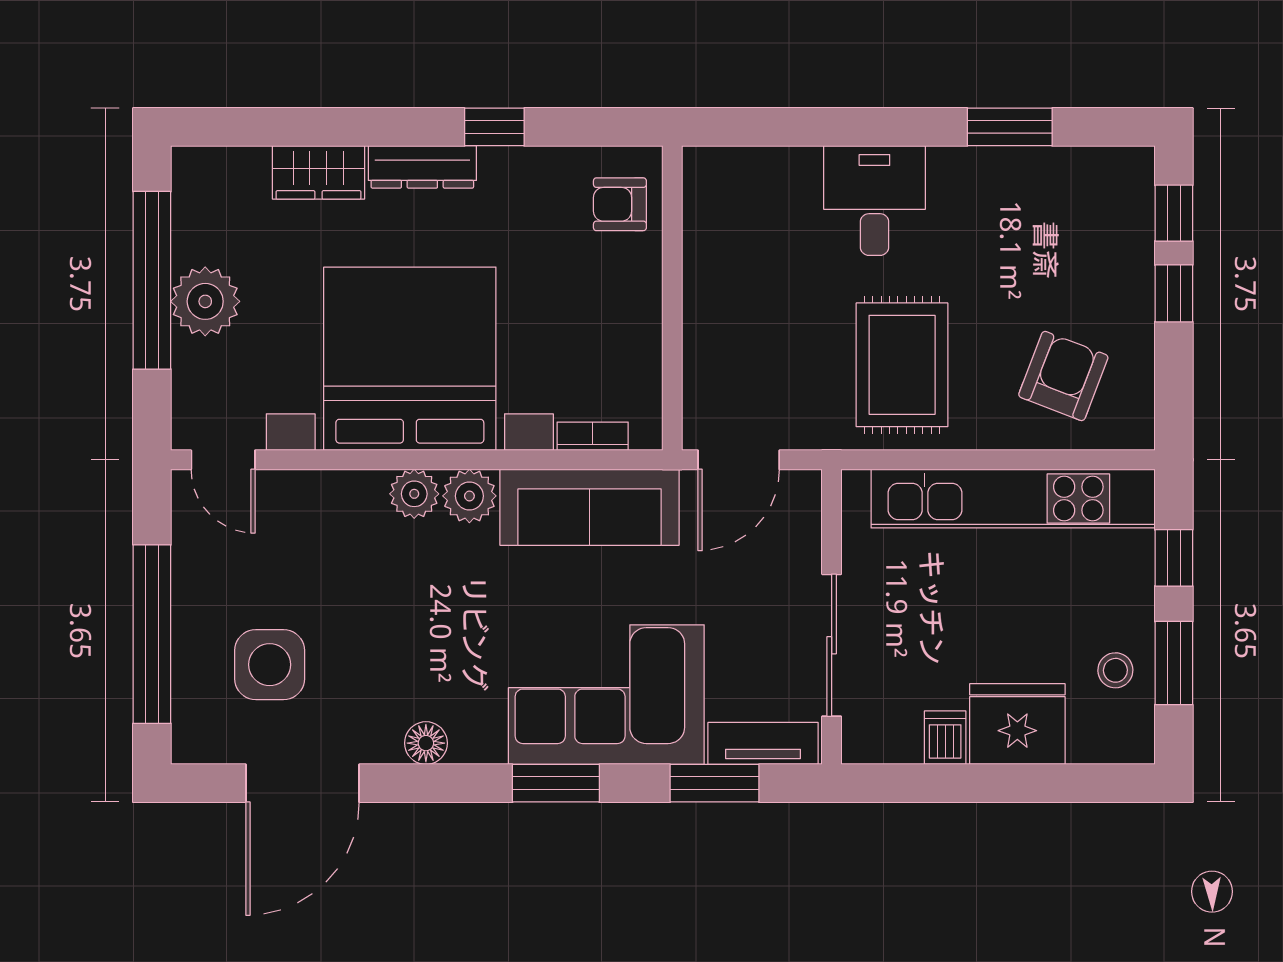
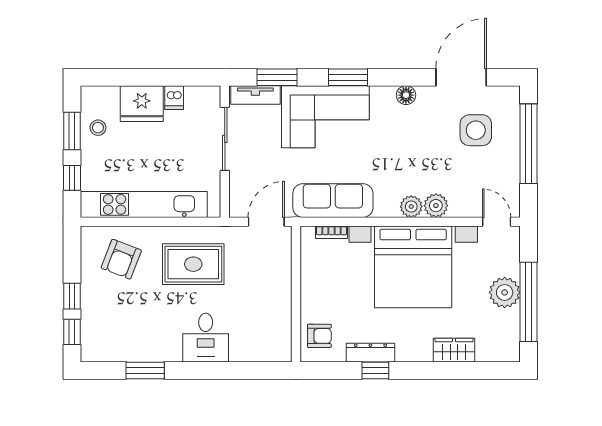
dresser: (422, 167) -> (370, 353), moved
rug: (902, 365) -> (193, 264), turned 90
plant: (469, 496) -> (436, 206), moved

